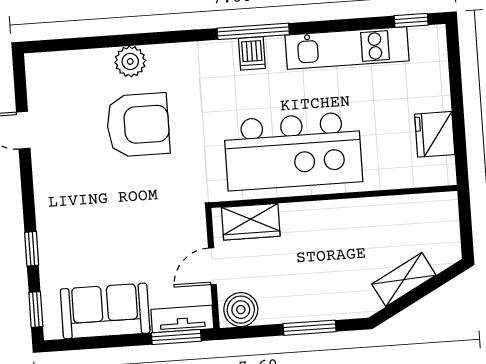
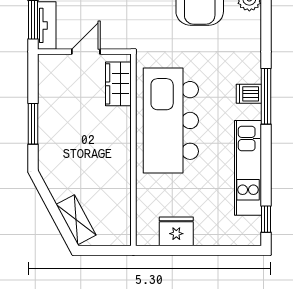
door: (212, 266) -> (86, 52), hinge flipped
shelving: (404, 280) -> (76, 220), moved
boiler: (241, 310) -> (51, 71), removed

